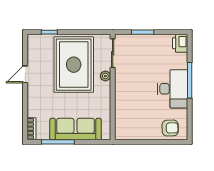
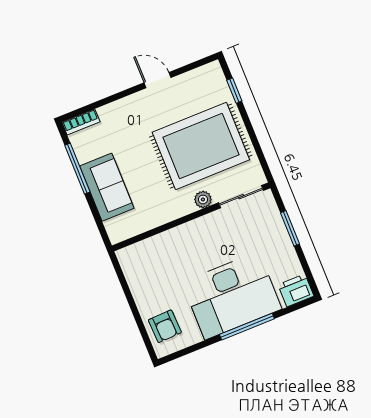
desk: (173, 89) -> (232, 296), width x1.36, depth x1.30
sofa: (76, 129) -> (107, 187), width x0.73

